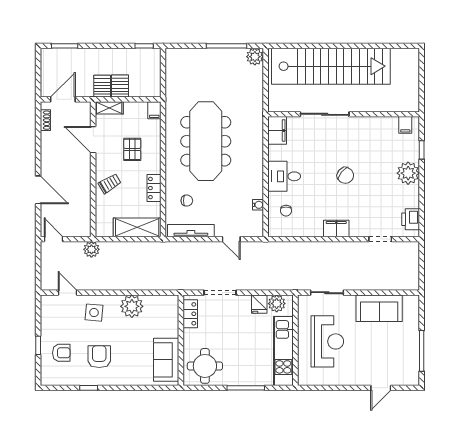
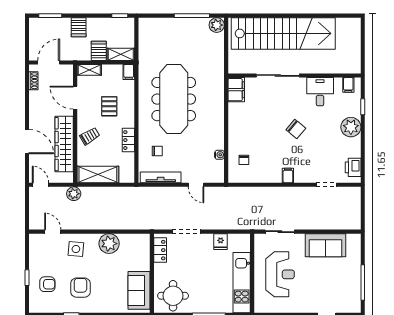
server rack: (102, 86) -> (79, 27), moved, turned 180
shelving: (145, 90) -> (121, 54), added
desk: (284, 176) -> (320, 92), moved, turned 90
wardrobe: (81, 193) -> (64, 144), added
shelving: (137, 227) -> (98, 175), moved
filing cabinet: (336, 228) -> (288, 175), width x0.50
plant: (277, 304) -> (236, 241), removed

